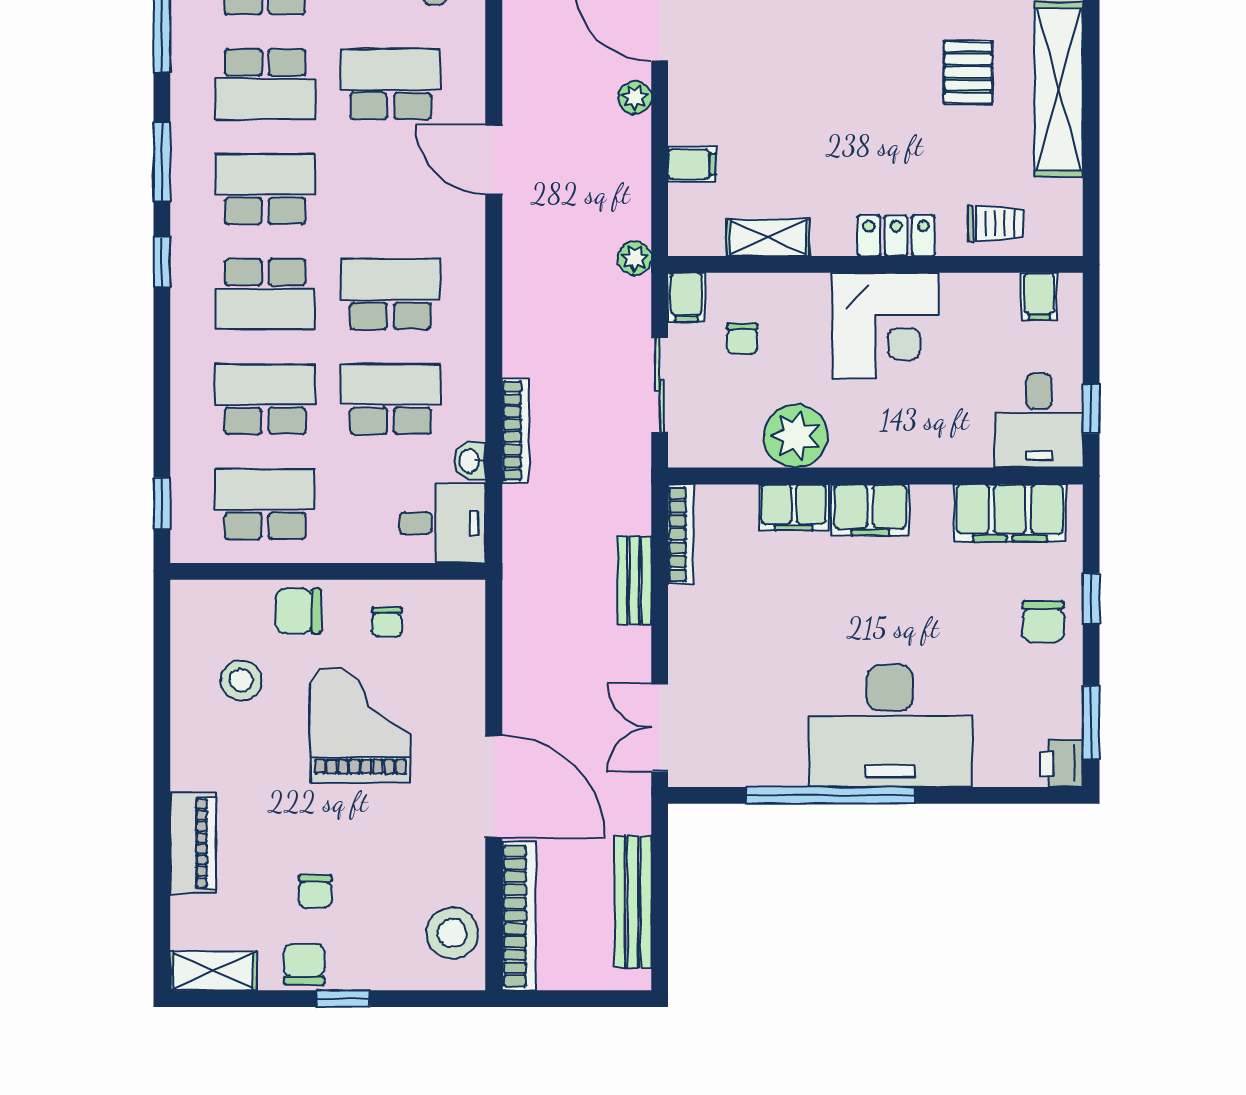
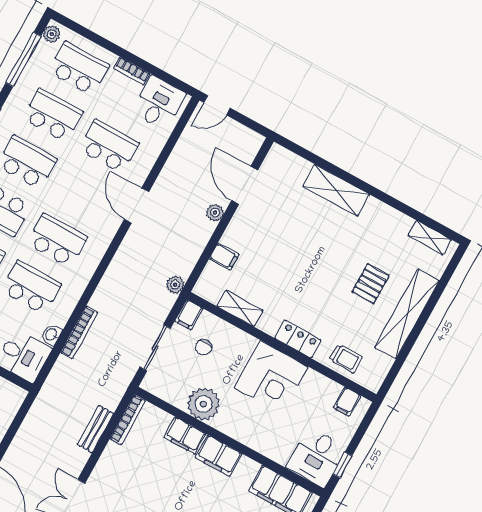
school desk: (265, 84) -> (53, 115), turned 180

